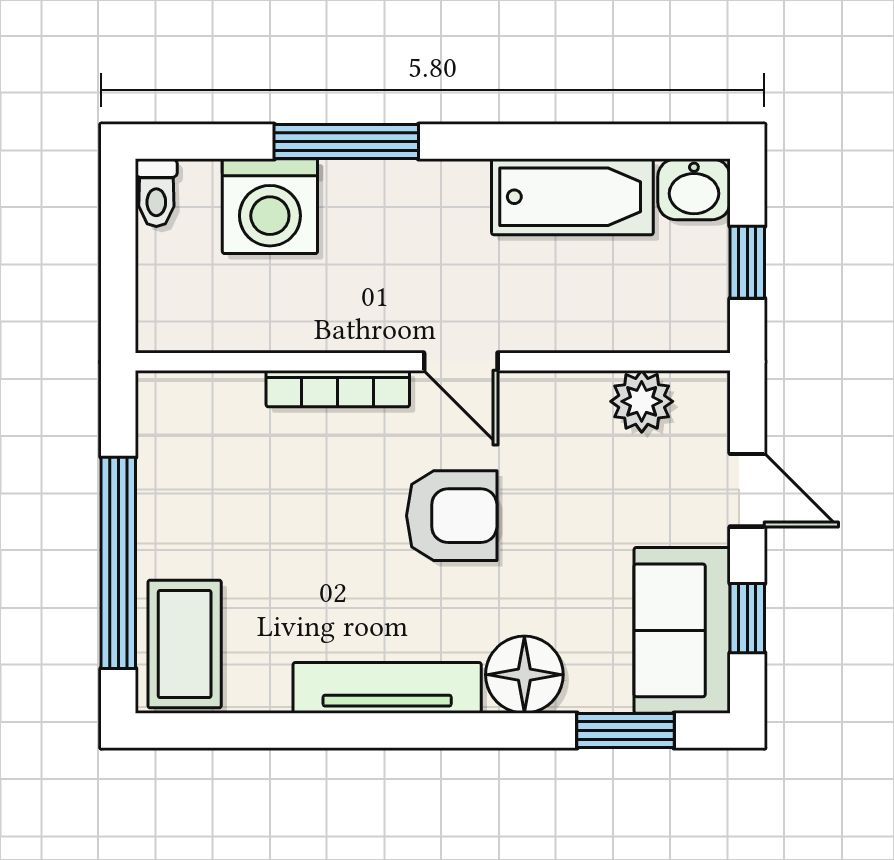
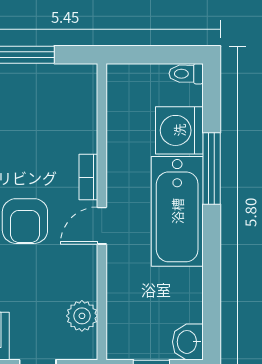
bathtub: (572, 197) -> (177, 211), moved, width x1.36, depth x1.36
bookcase: (338, 389) -> (88, 177), width x0.64

